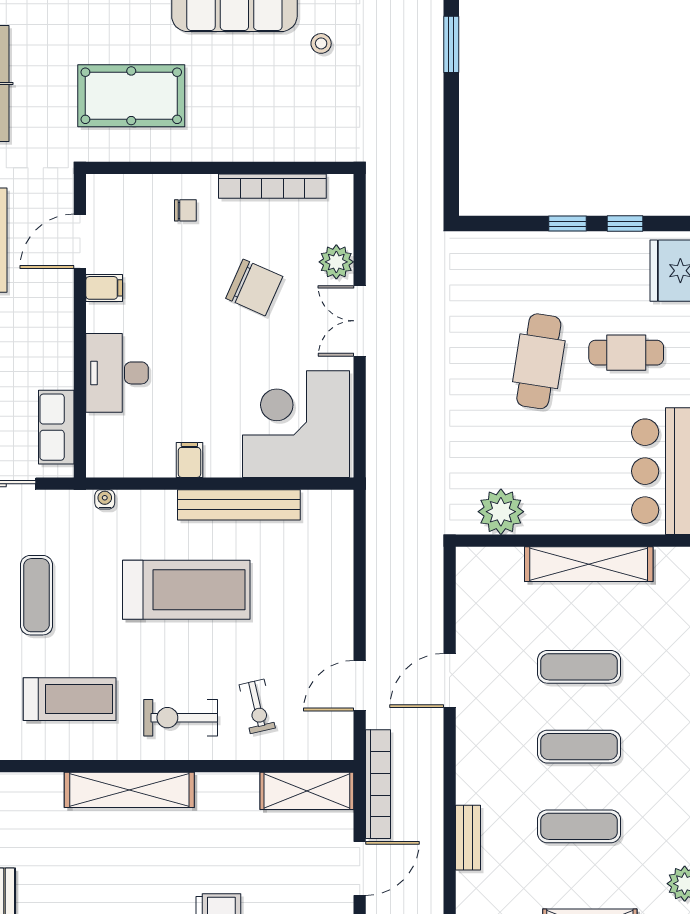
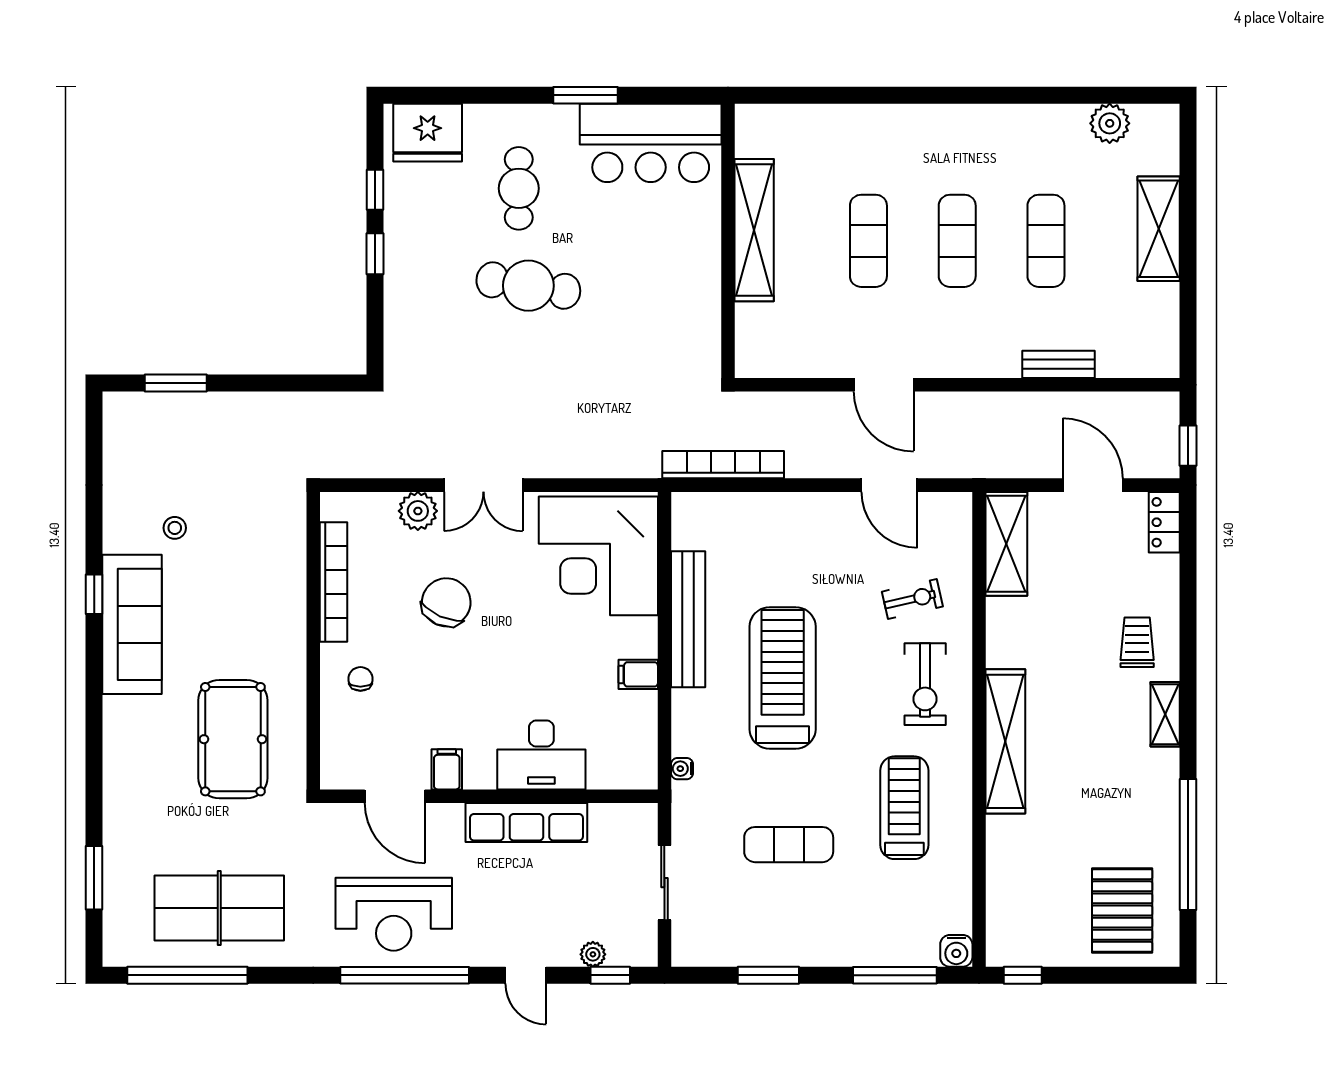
row of seats: (56, 427) -> (526, 823), moved, width x1.48
plant: (501, 512) -> (696, 328), removed
bookcase: (378, 784) -> (723, 465), moved

